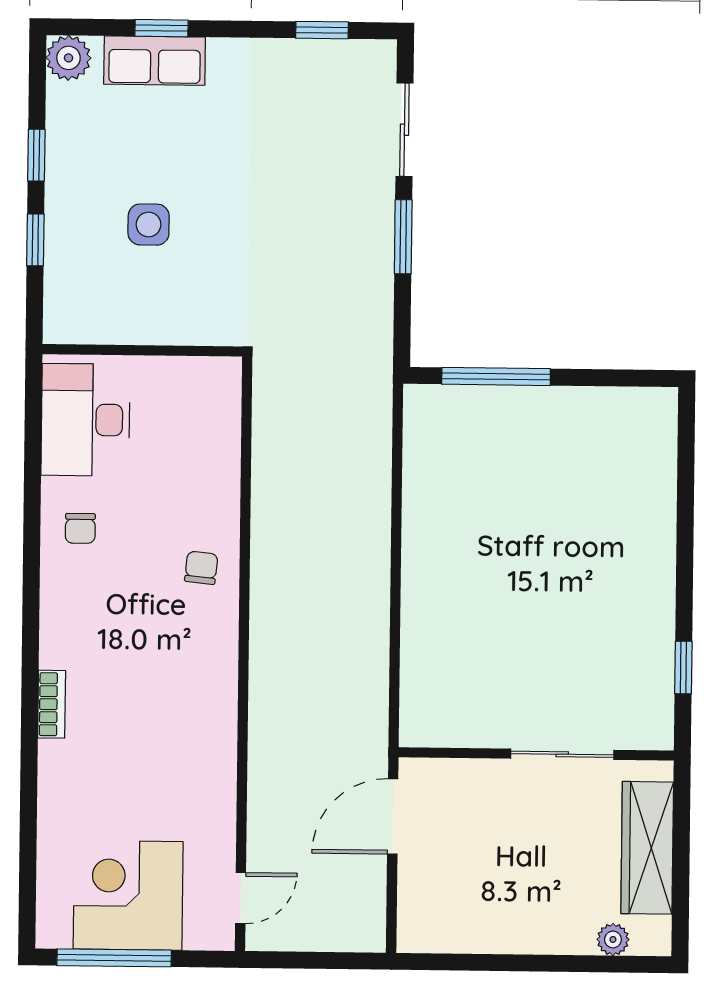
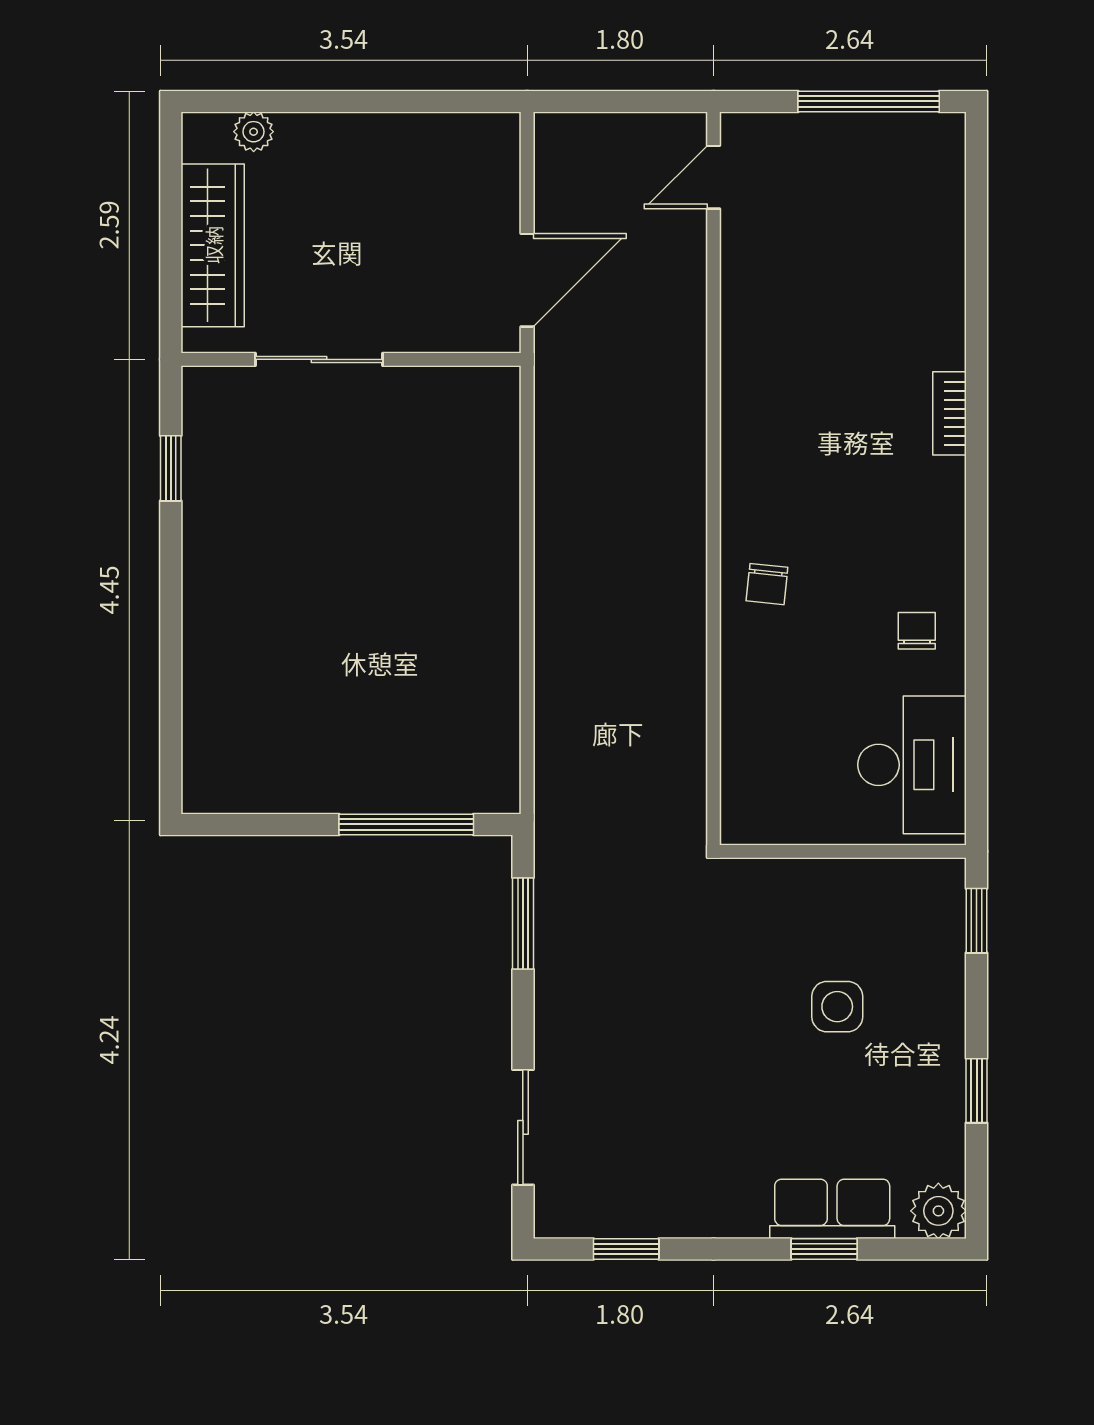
window: (403, 237) -> (523, 923), moved
window: (35, 240) -> (977, 921), moved
corner desk: (128, 895) -> (852, 179), removed

